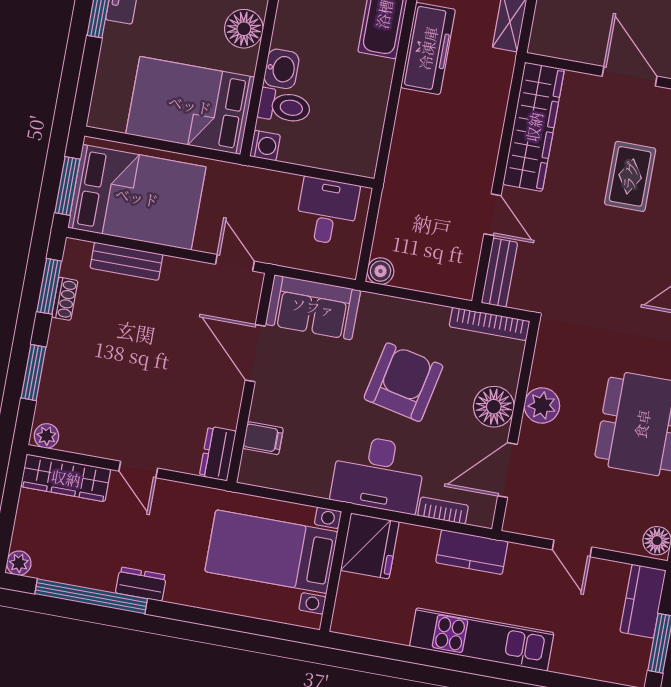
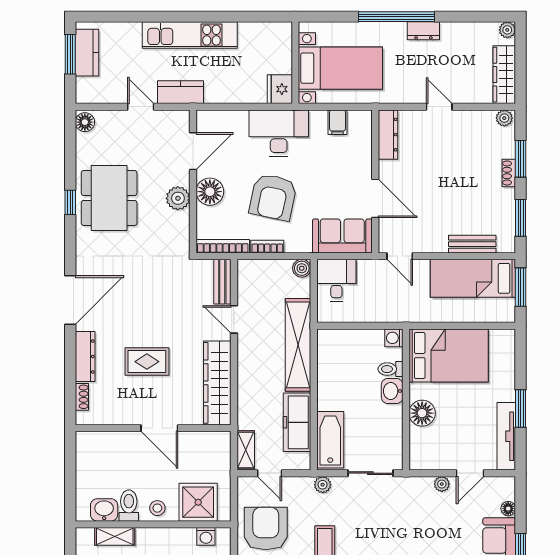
toilet: (284, 107) -> (390, 369), width x0.73, depth x0.72
shelving: (406, 161) -> (298, 345), added
rug: (630, 176) -> (147, 362), turned 90
bed: (137, 197) -> (473, 278), width x0.67
desk: (327, 211) -> (336, 280), moved, turned 180
shoe rack: (65, 299) -> (509, 173), moved
filing cabinet: (263, 438) -> (338, 122), moved, turned -90
dresser: (218, 454) -> (388, 135), width x1.44
wardrobe: (66, 478) -> (504, 75), moved, turned -90
bookcase: (443, 511) -> (267, 247), moved, turned 180
fridge: (370, 546) -> (280, 89), width x0.73, depth x0.75
kitchen counter: (472, 552) -> (181, 92), moved
window: (91, 596) -> (396, 17), moved
kitchen counter: (643, 601) -> (87, 53), moved

